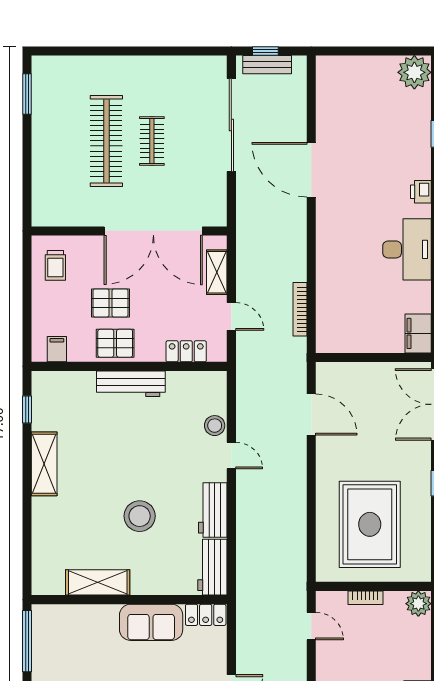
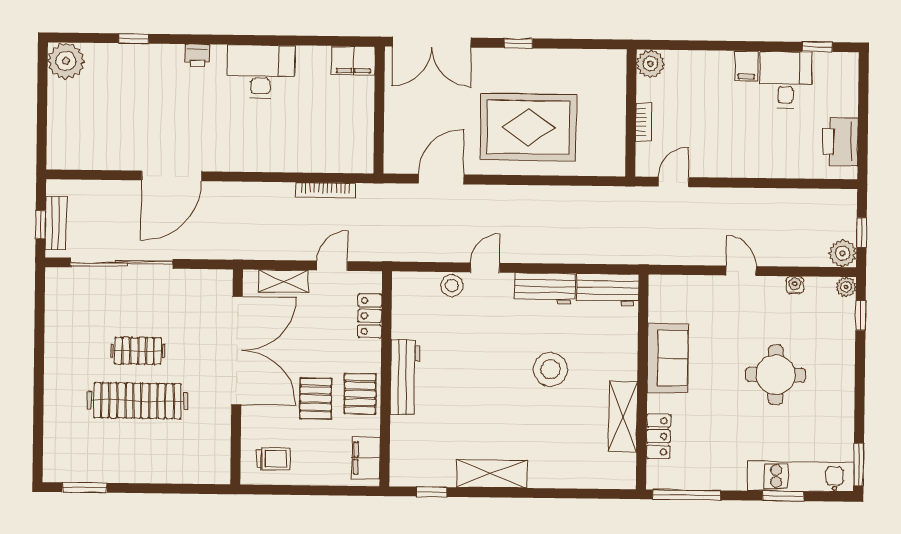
filing cabinet: (57, 349) -> (366, 458), width x2.00
rug: (370, 524) -> (528, 127), moved
locker: (206, 615) -> (658, 436), moved

